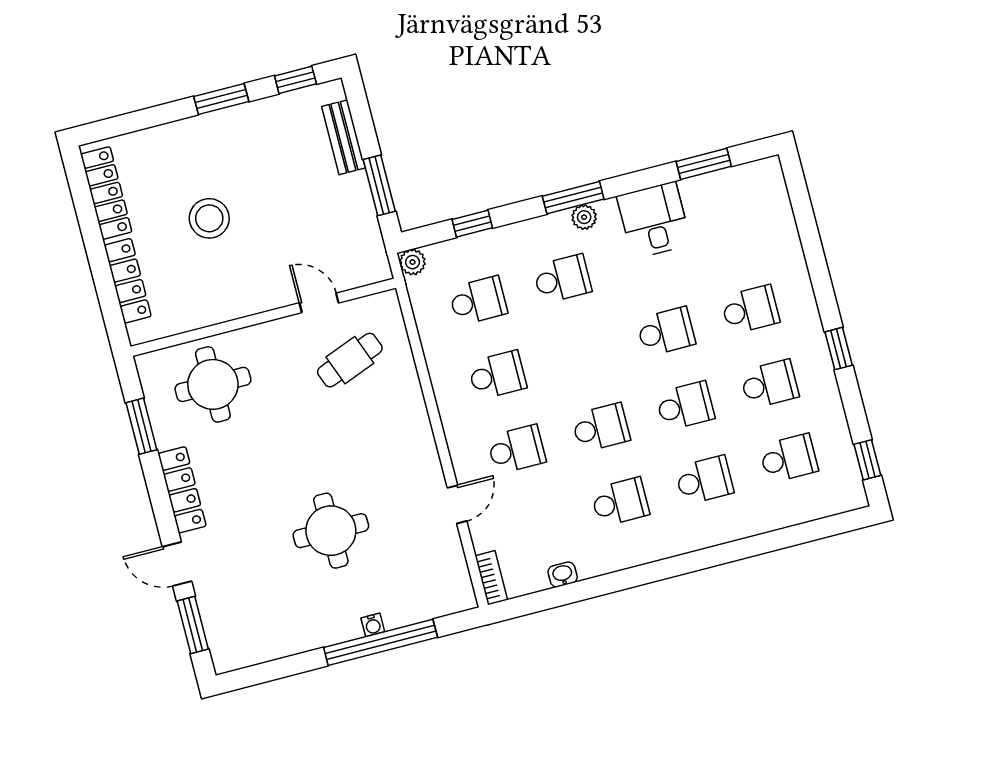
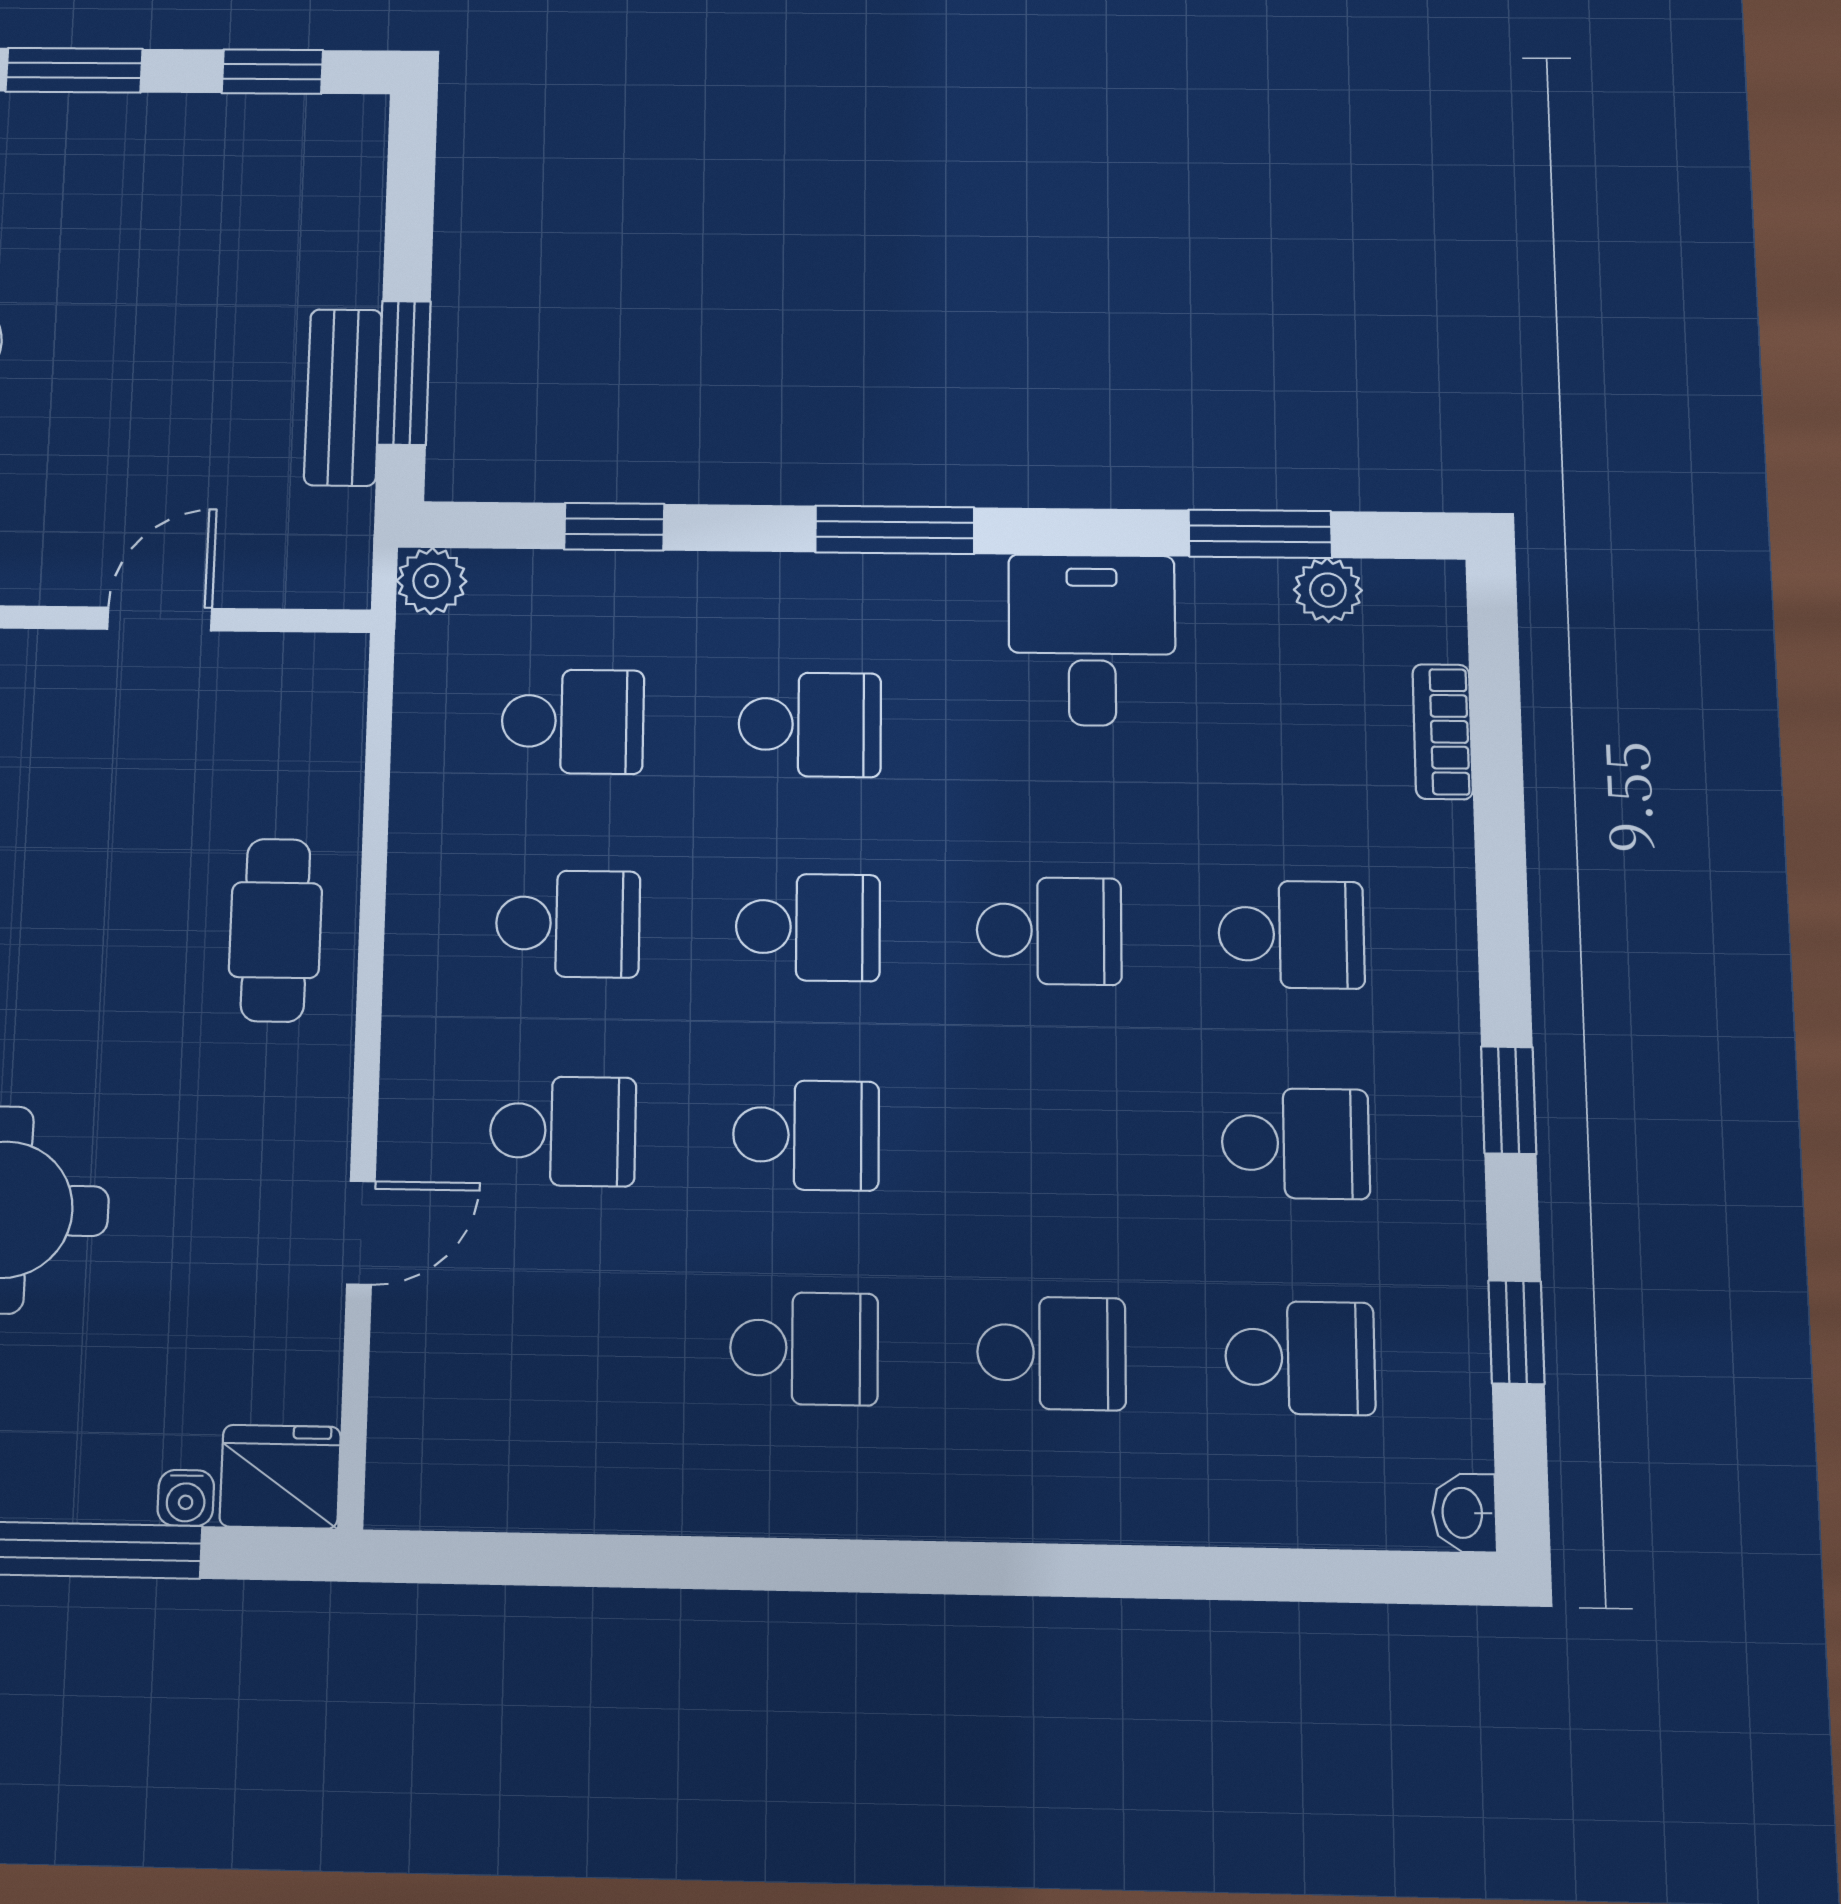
bench: (343, 137) -> (343, 397), moved
plant: (584, 217) -> (1328, 590), moved
door: (319, 303) -> (160, 619), hinge flipped
cafe table: (350, 360) -> (275, 930), moved, turned -69
school desk: (685, 406) -> (808, 927), moved
window: (867, 460) -> (1516, 1332), moved
washbasin: (563, 575) -> (1464, 1513), moved, turned -90
bookcase: (491, 578) -> (1443, 732), moved, turned 180
fridge: (454, 595) -> (280, 1477), added
water cooler: (373, 625) -> (186, 1498), moved

